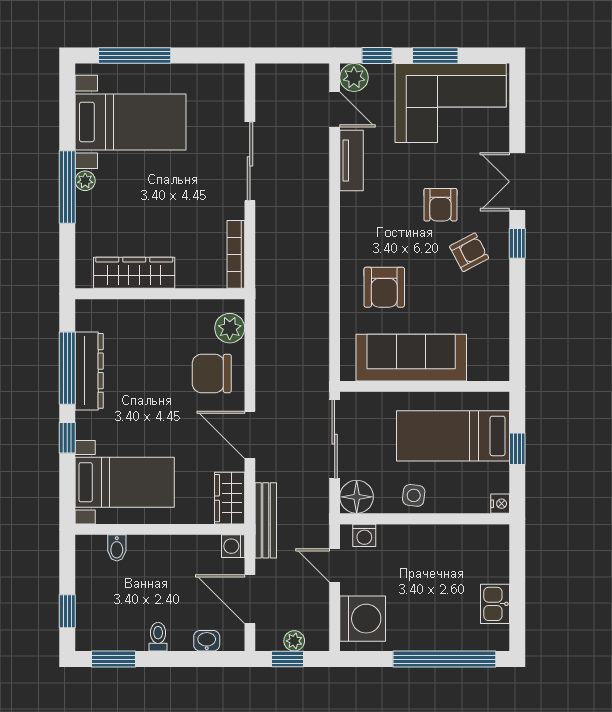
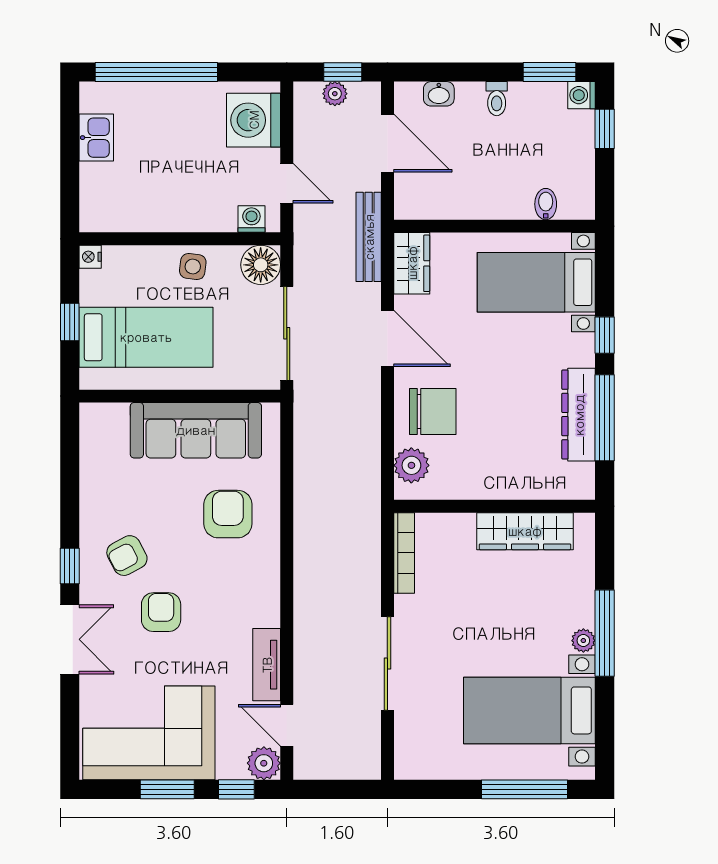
washing machine: (233, 546) -> (581, 95), moved, turned 180

